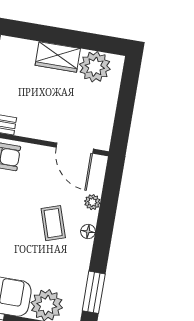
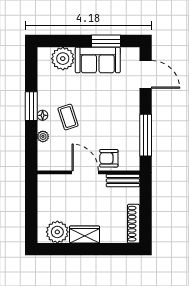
door: (75, 148) -> (85, 172), moved
window: (94, 292) -> (31, 106), moved

